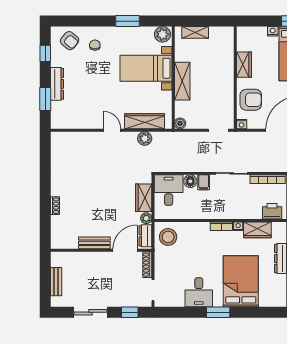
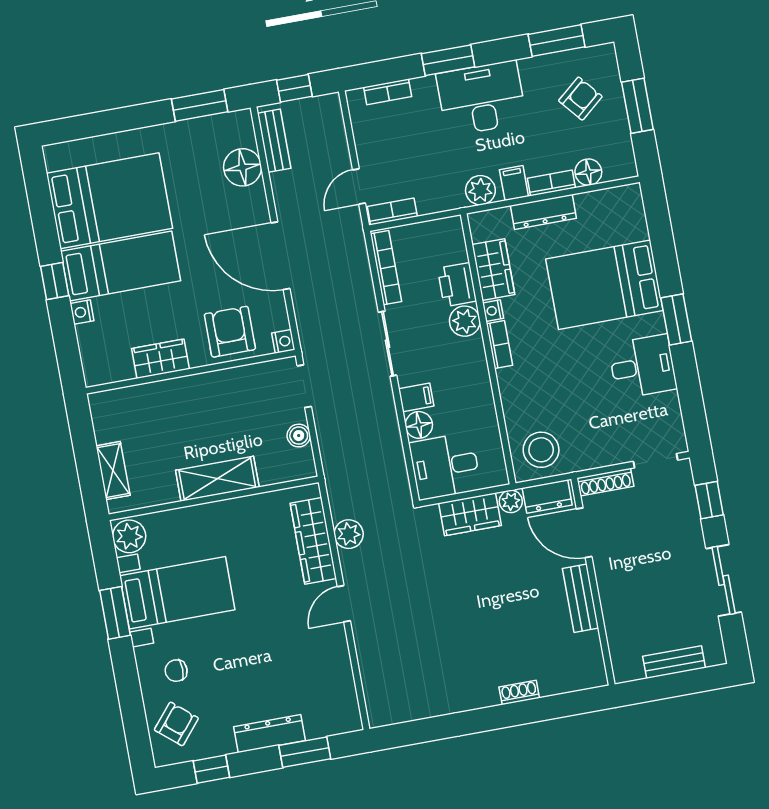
bed with nightstands: (146, 68) -> (177, 593), moved, turned -90
boiler: (180, 123) -> (299, 436), moved
printer: (272, 211) -> (457, 285), moved
plant: (236, 212) -> (465, 321), added

